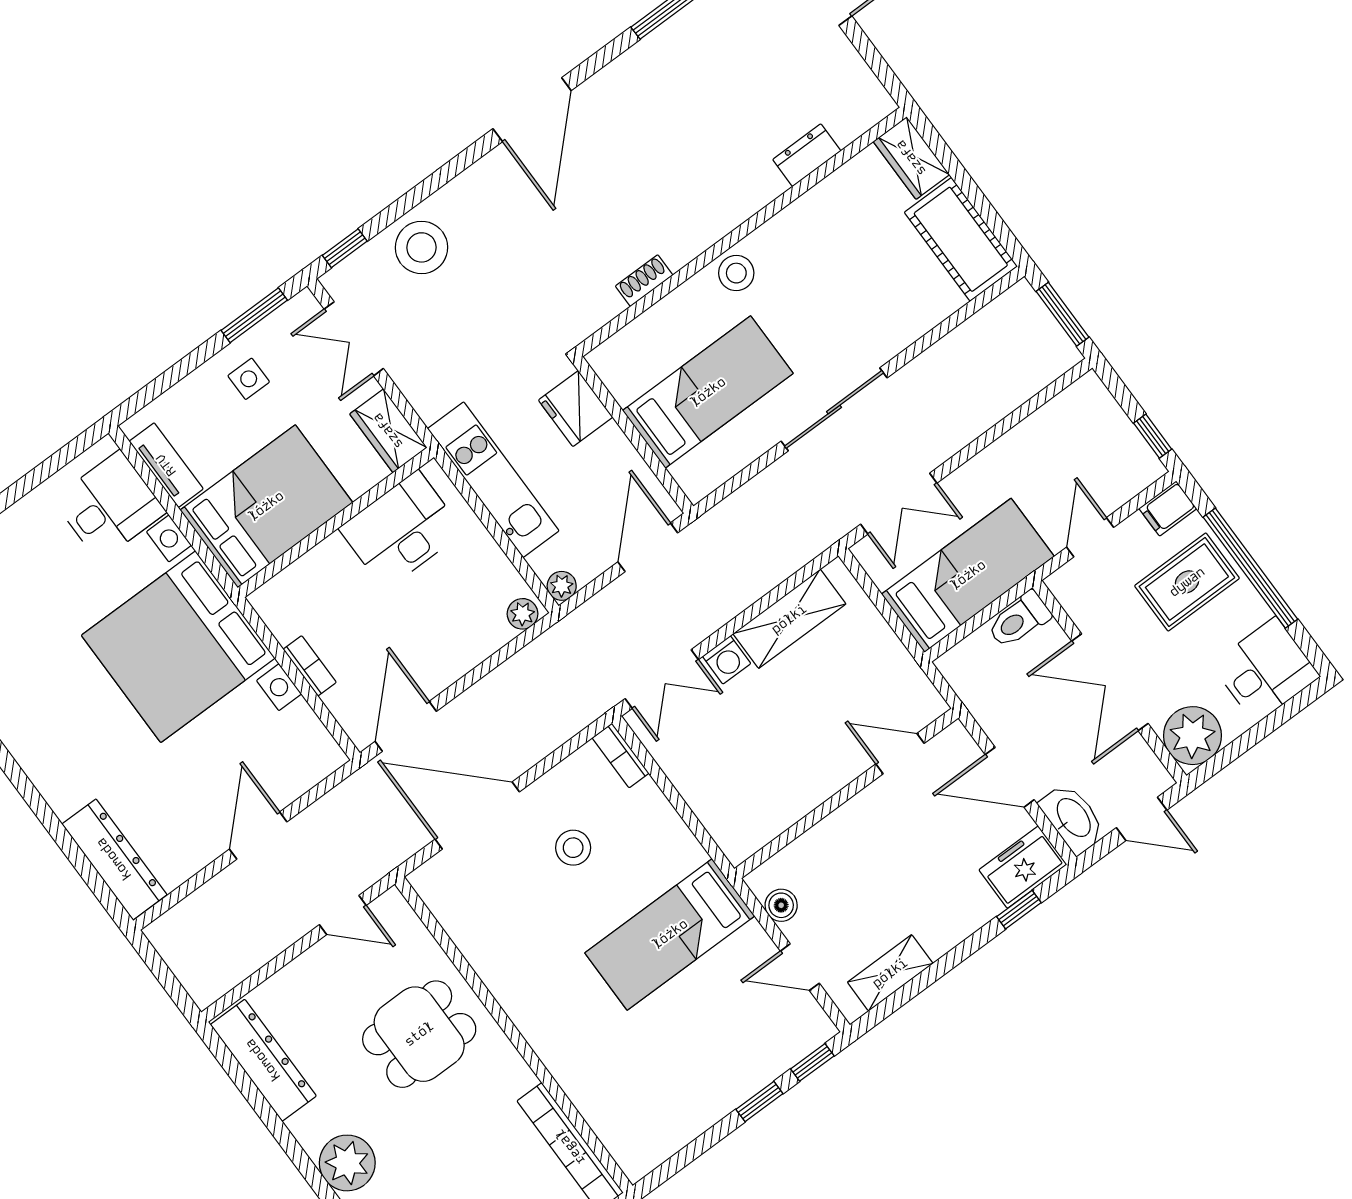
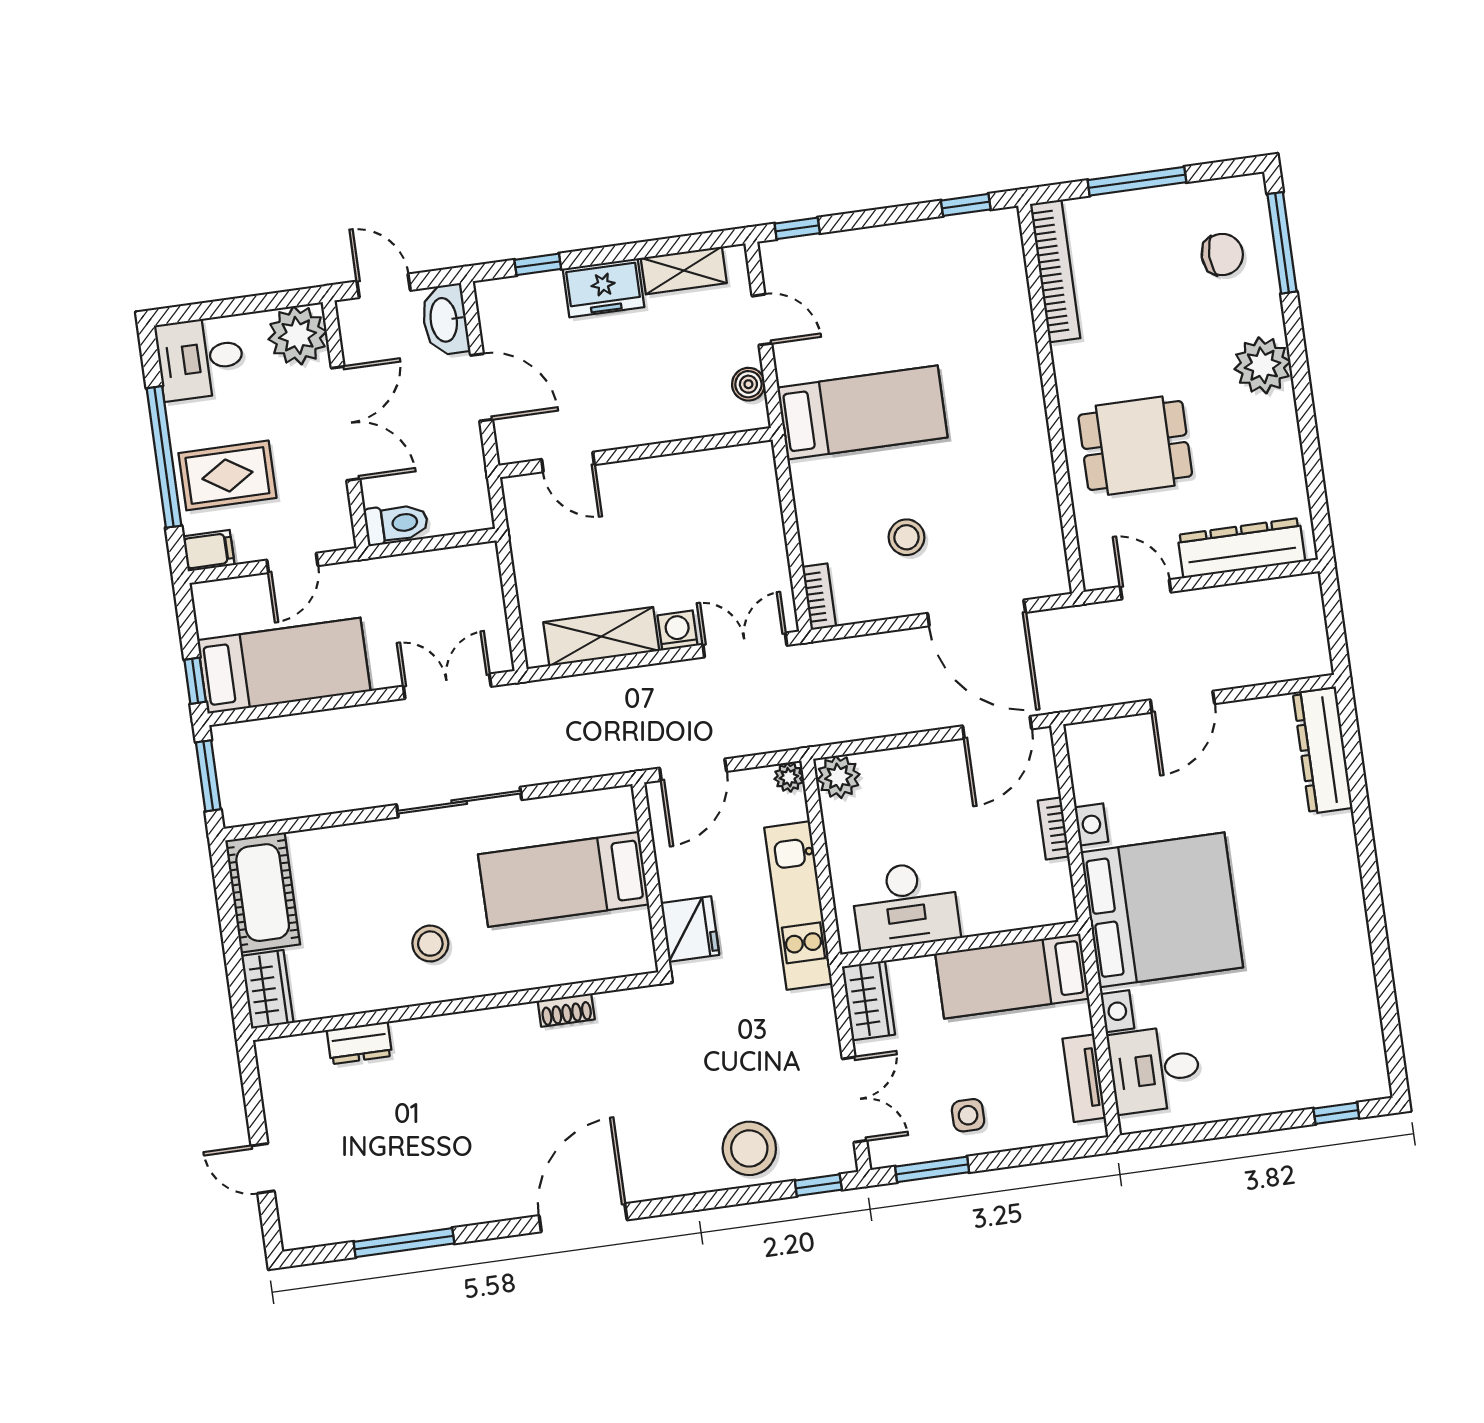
stool: (736, 273) -> (430, 944), moved
window: (1153, 436) -> (195, 681), moved
bed: (266, 506) -> (1012, 976), width x0.67
bed: (968, 575) -> (284, 666), moved, turned 180
plant: (523, 614) -> (838, 777), width x1.38, depth x1.38
freezer: (1023, 867) -> (604, 288), moved
dresser: (263, 1060) -> (1241, 548), moved, turned 90
window: (759, 1102) -> (966, 205), moved

